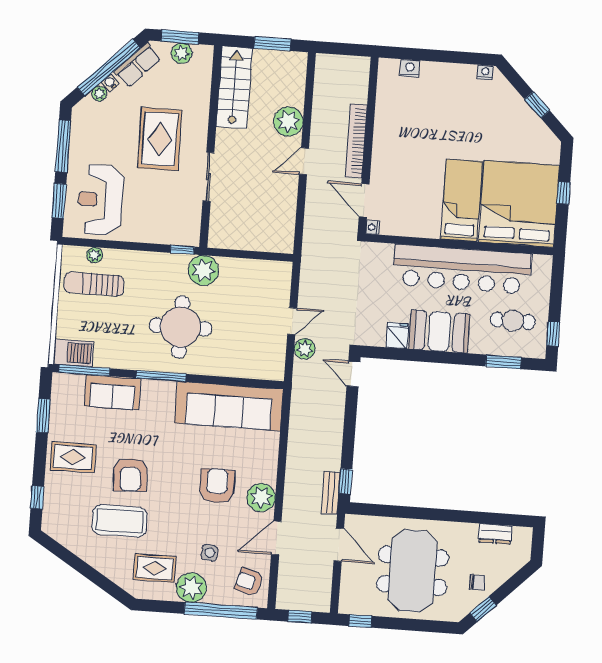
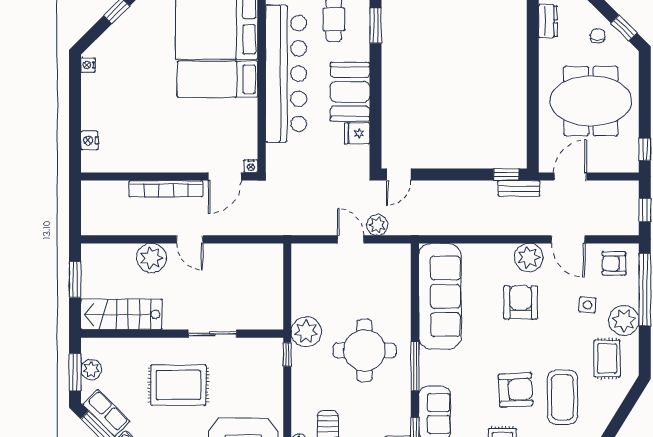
armchair: (217, 486) -> (521, 302), turned 90
armchair: (249, 582) -> (614, 263), turned 74

